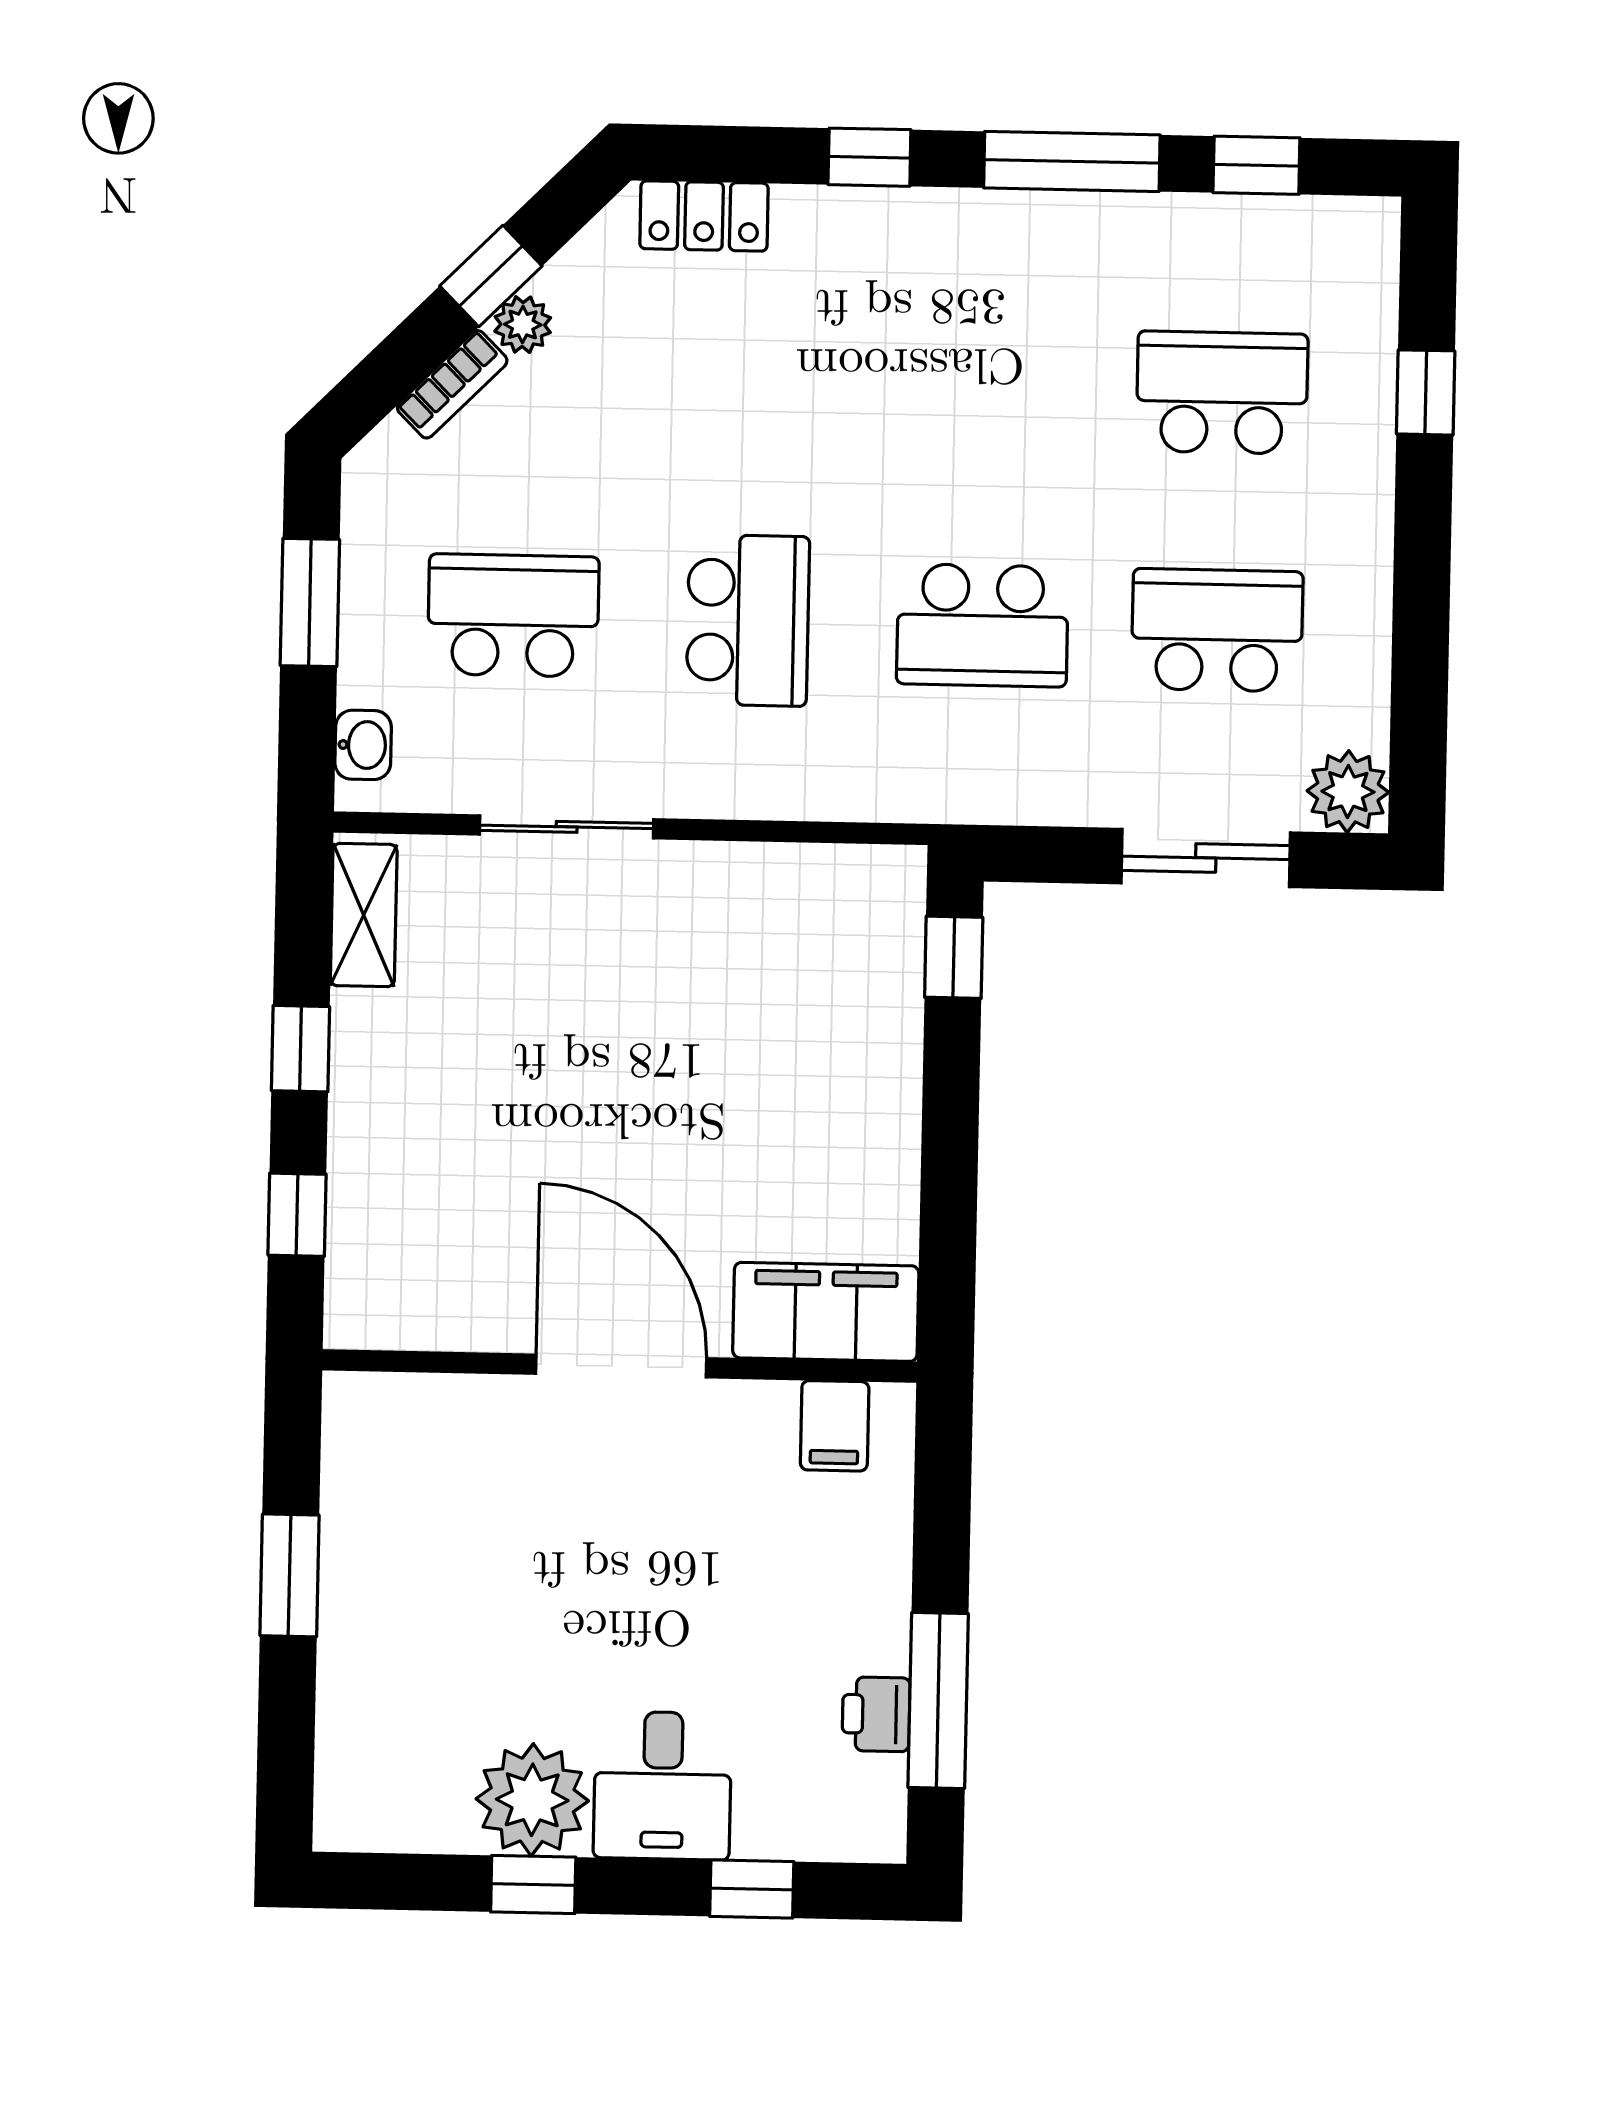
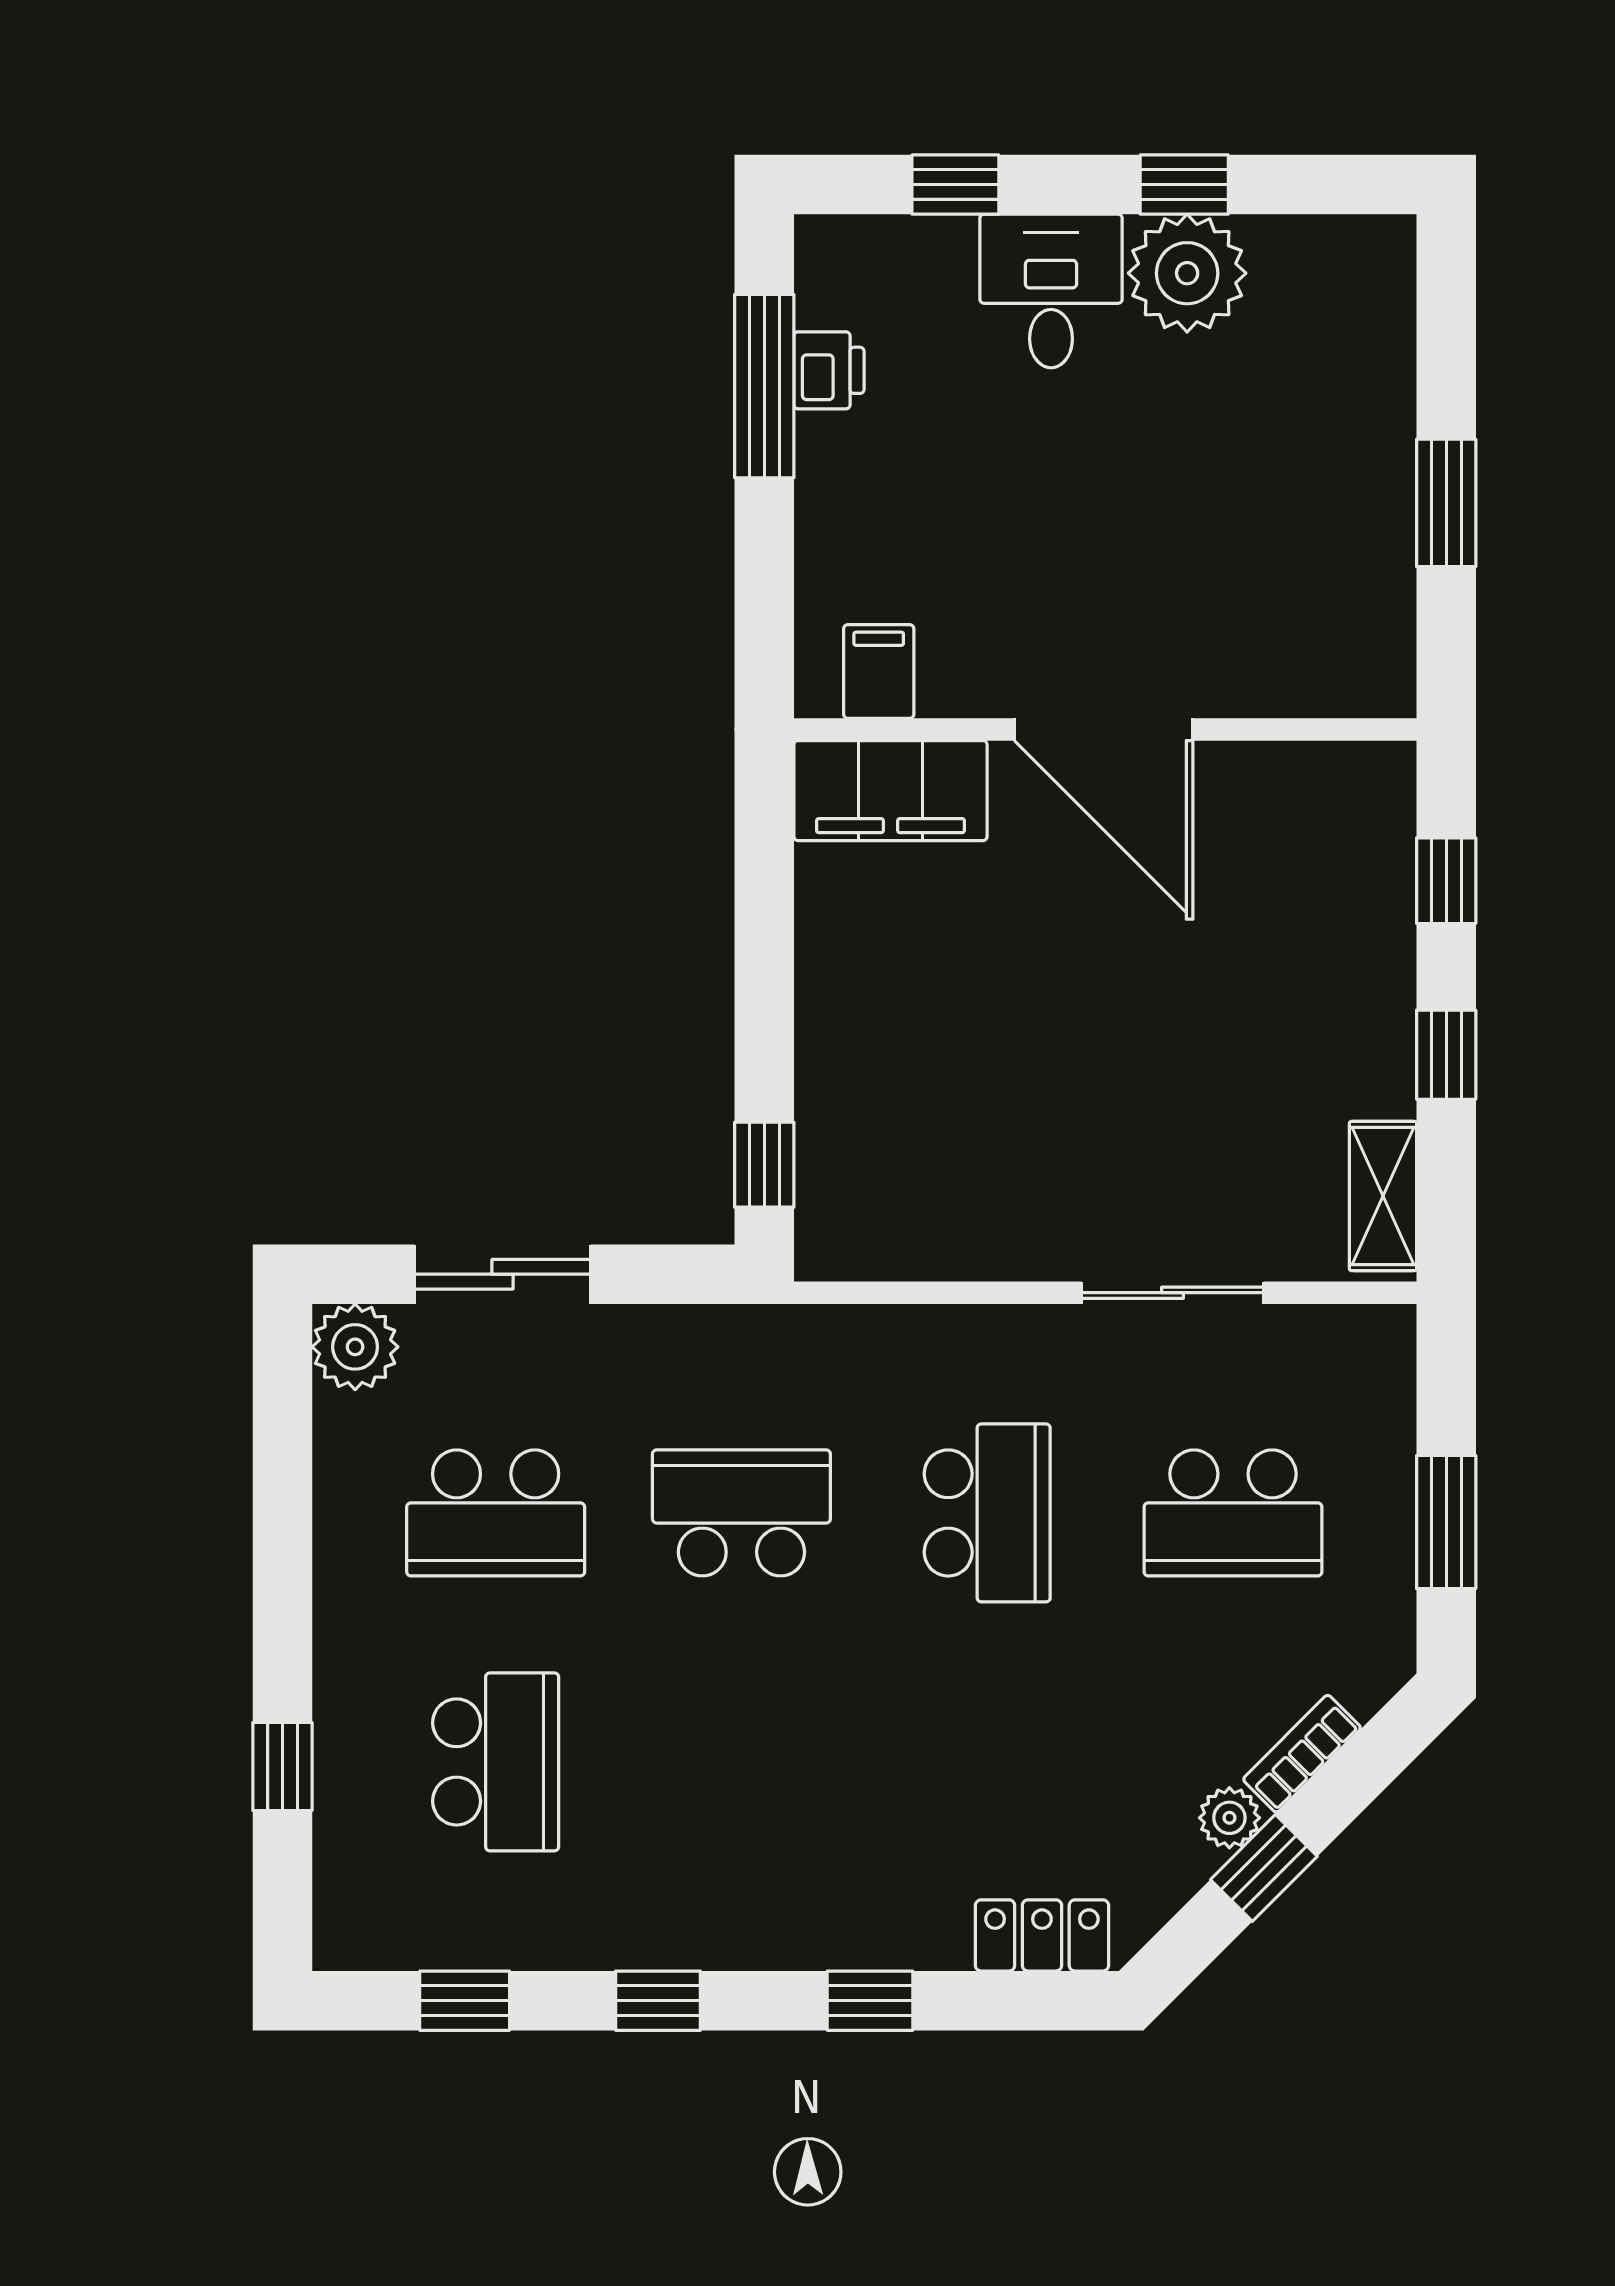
window: (1072, 161) -> (658, 2001), width x0.46
school desk: (1222, 393) -> (496, 1762), turned -90
school desk: (748, 620) -> (987, 1513), turned 180
washbasin: (363, 745) -> (1387, 1374), removed

